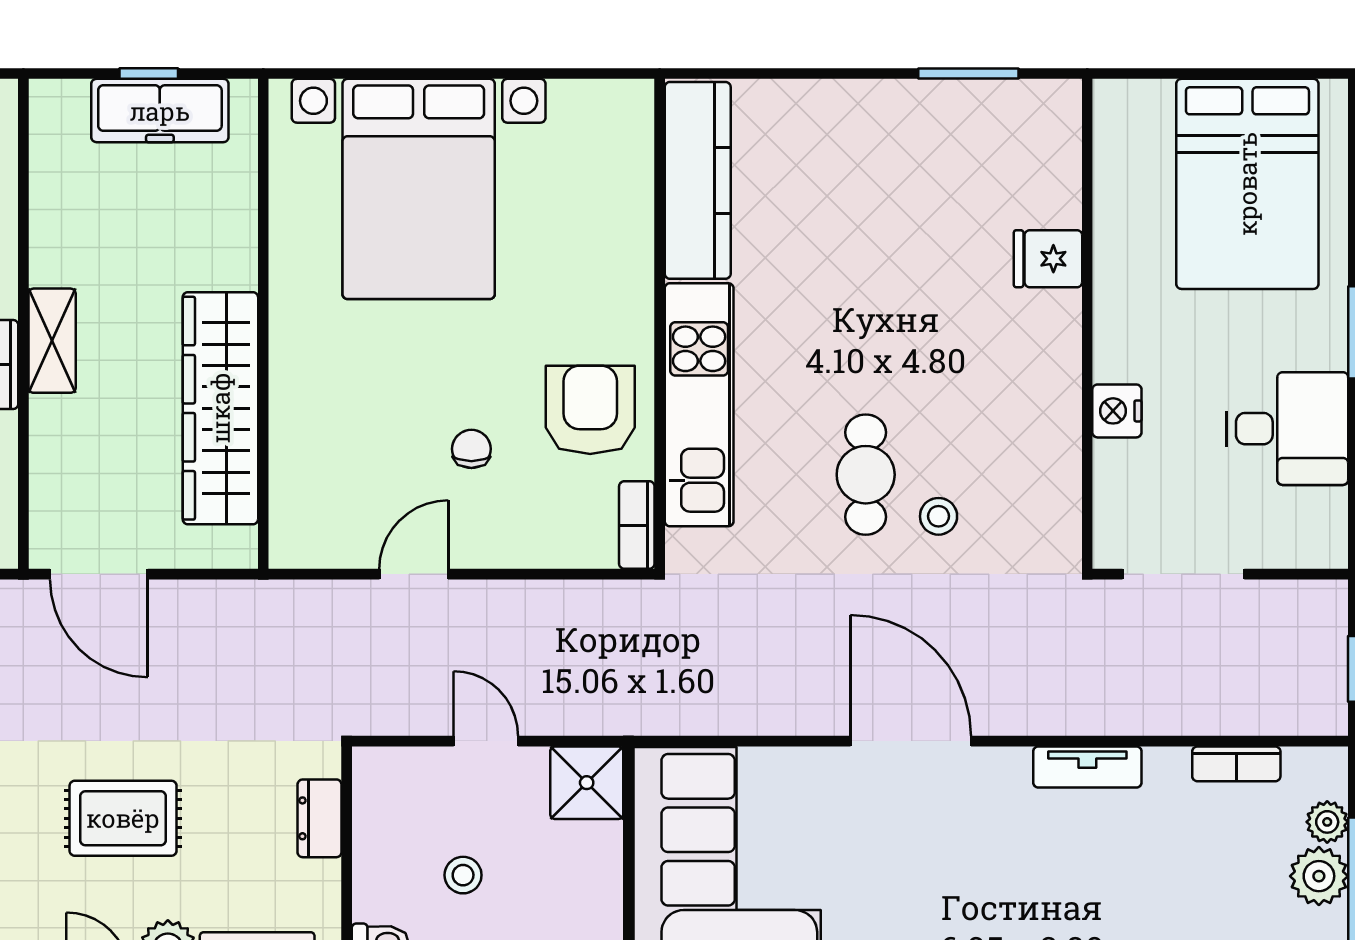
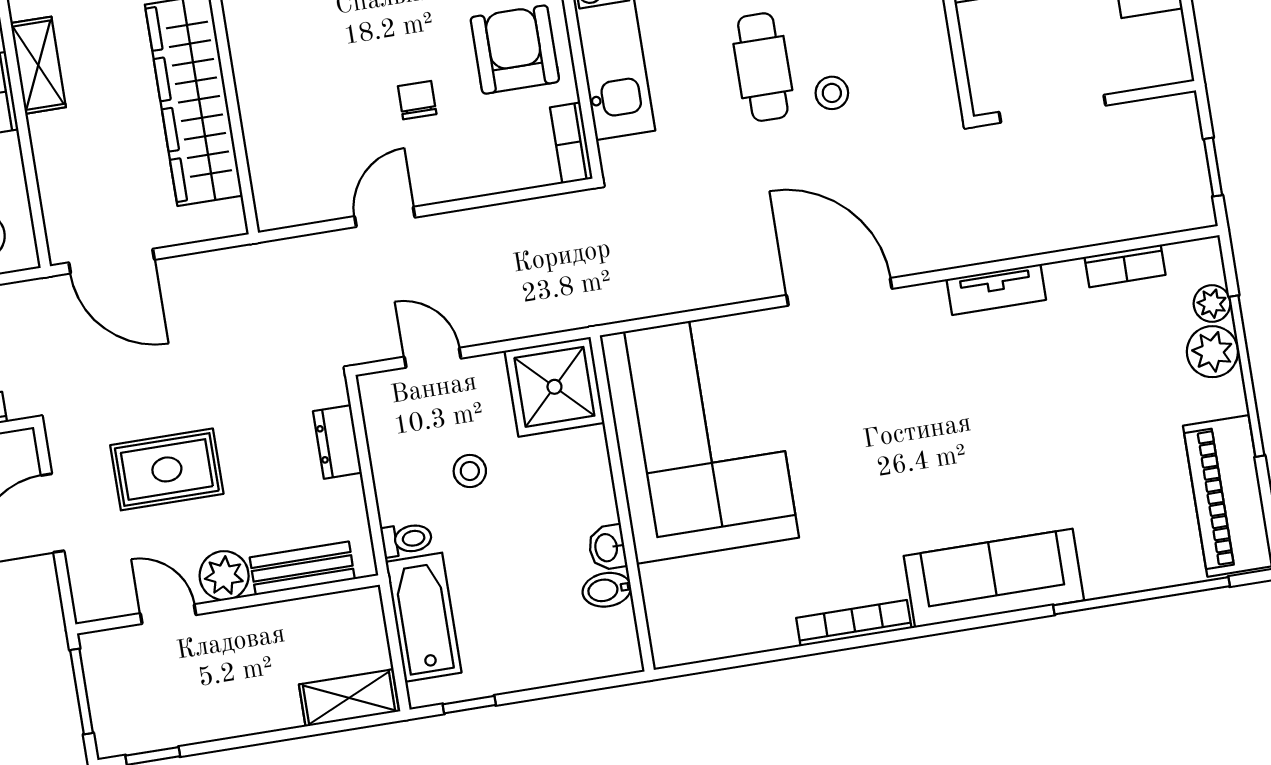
door: (486, 741) -> (433, 358), moved
shower: (587, 783) -> (554, 387), width x1.36, depth x1.36

